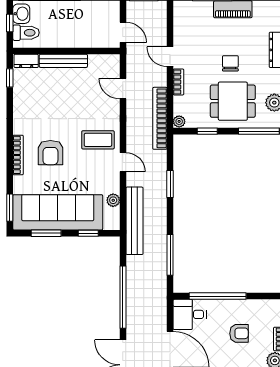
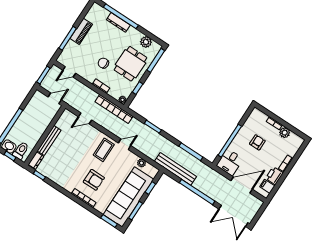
door: (170, 57) -> (69, 72), moved
chair: (230, 63) -> (103, 63), moved
bench: (134, 221) -> (175, 169), moved

